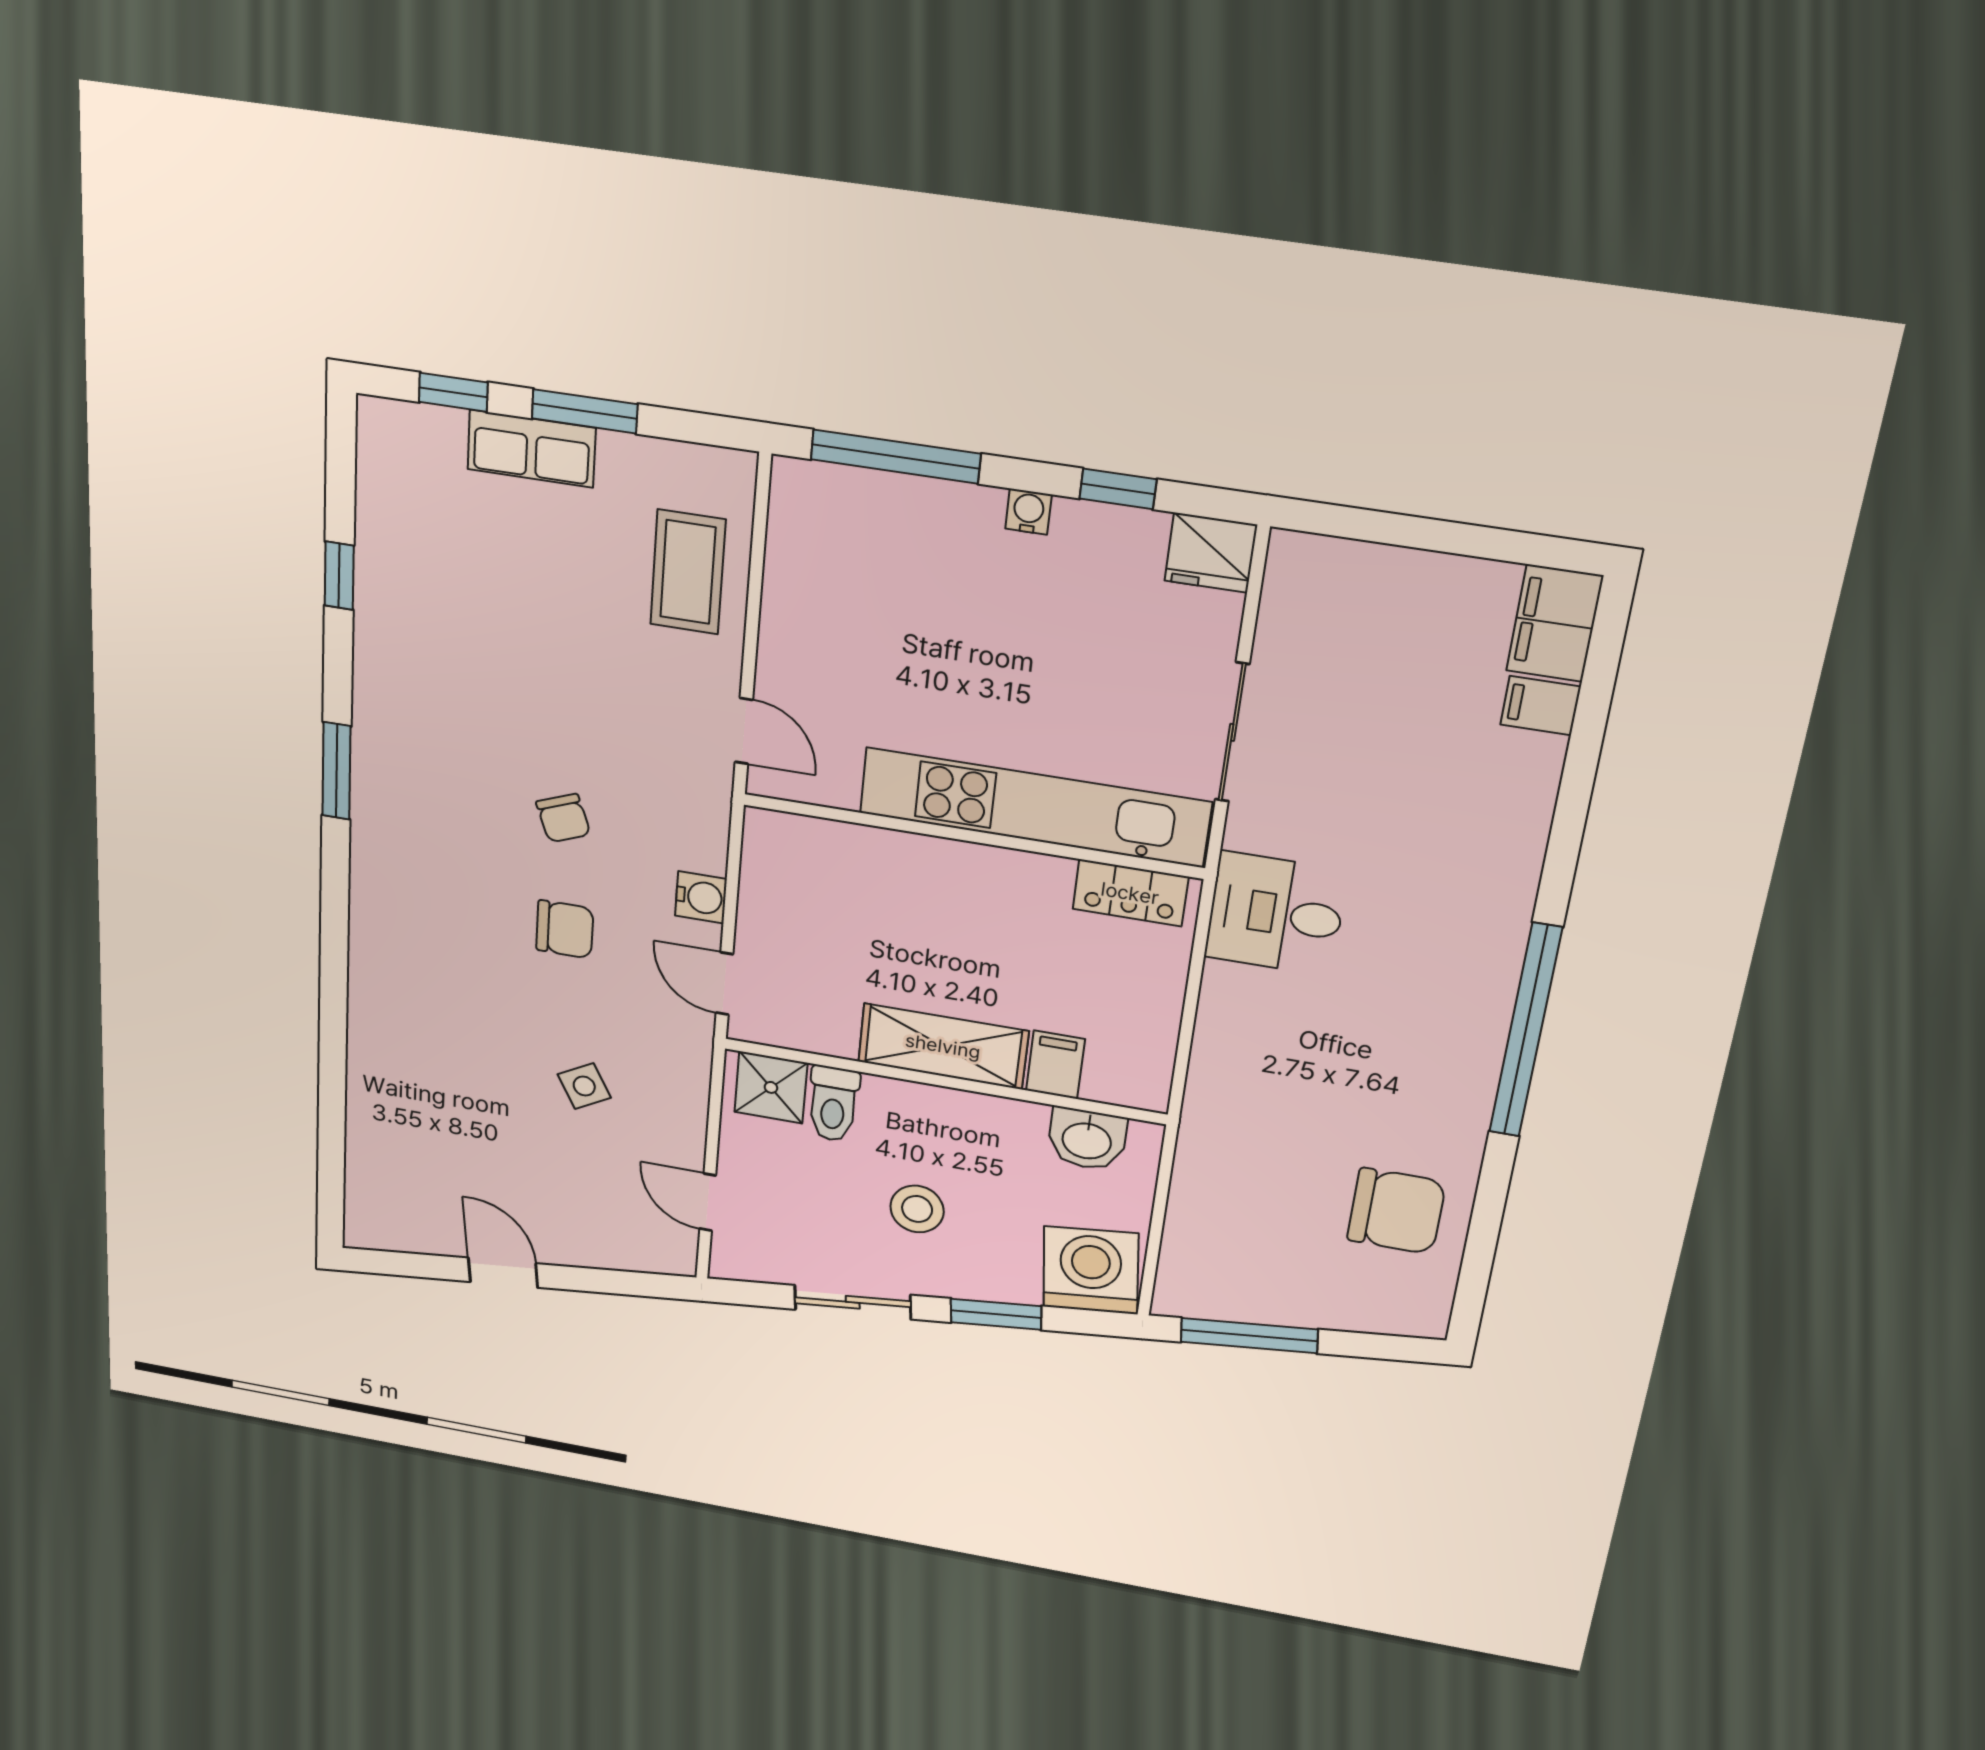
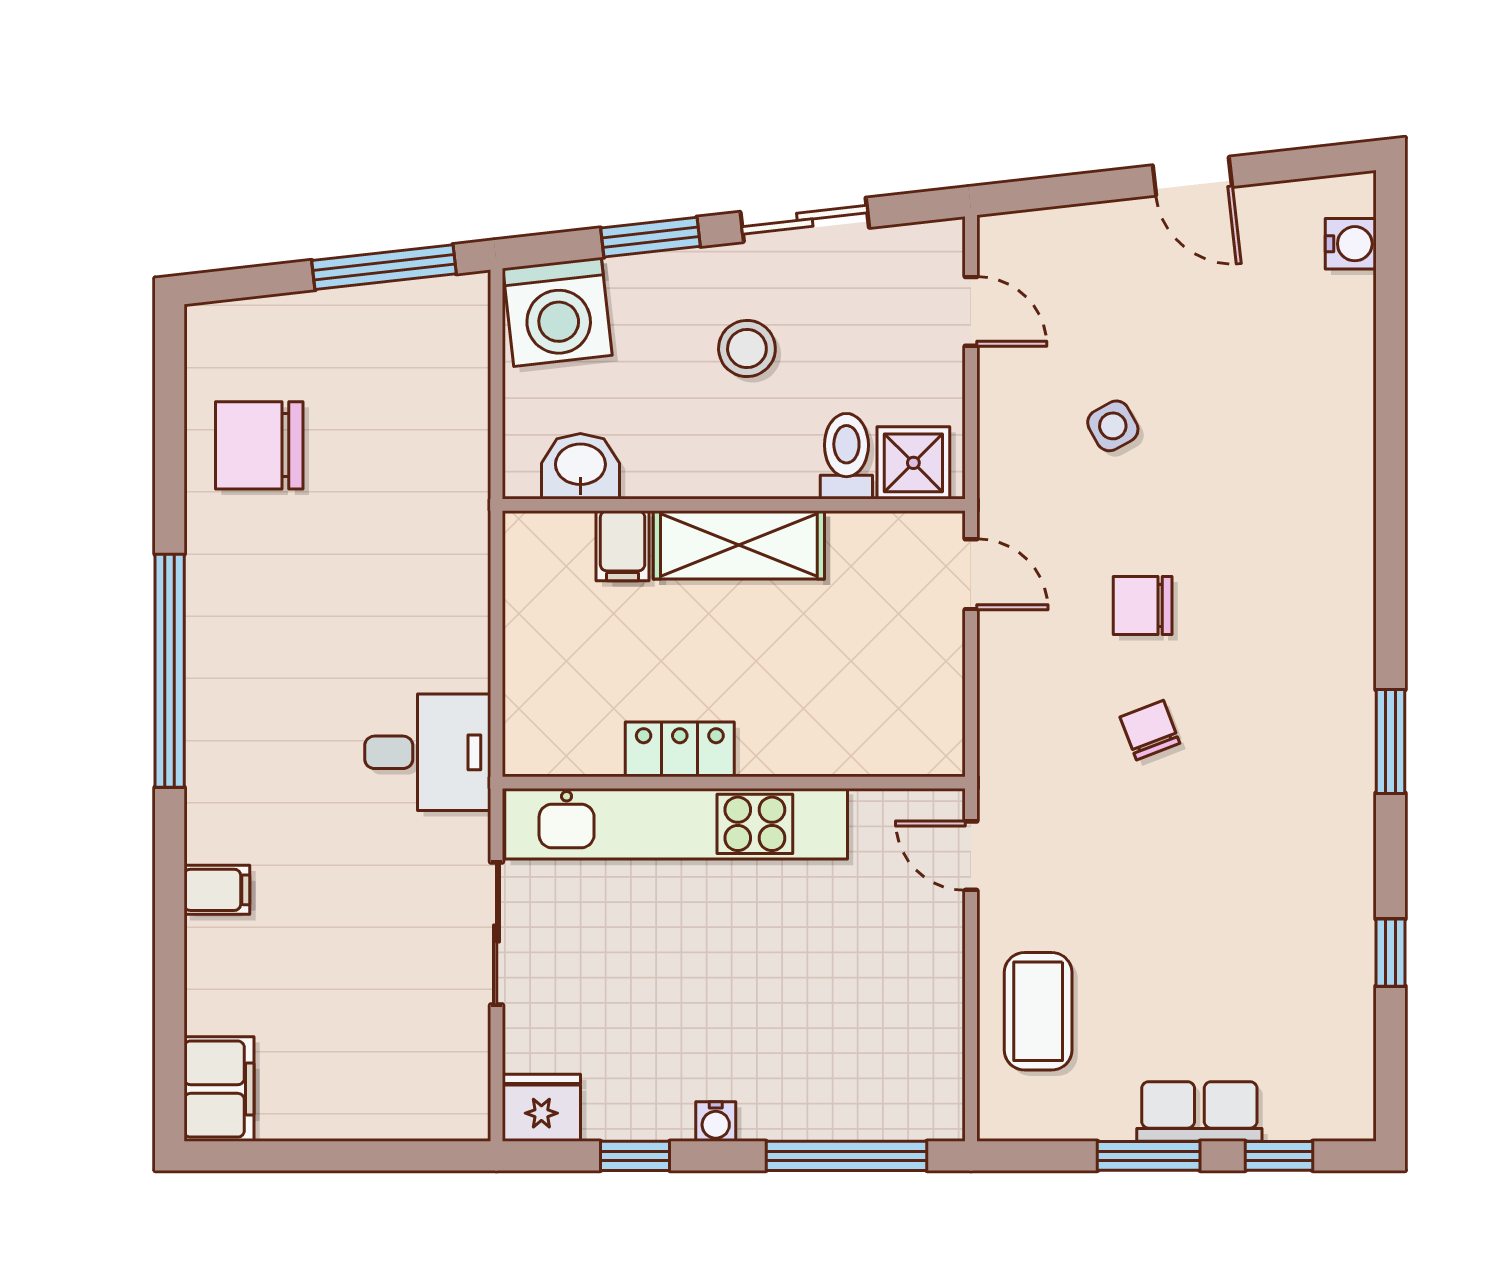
filing cabinet: (1541, 706) -> (217, 890), moved
locker: (1130, 893) -> (680, 749), moved
water cooler: (701, 897) -> (1351, 244), moved, turned 180

